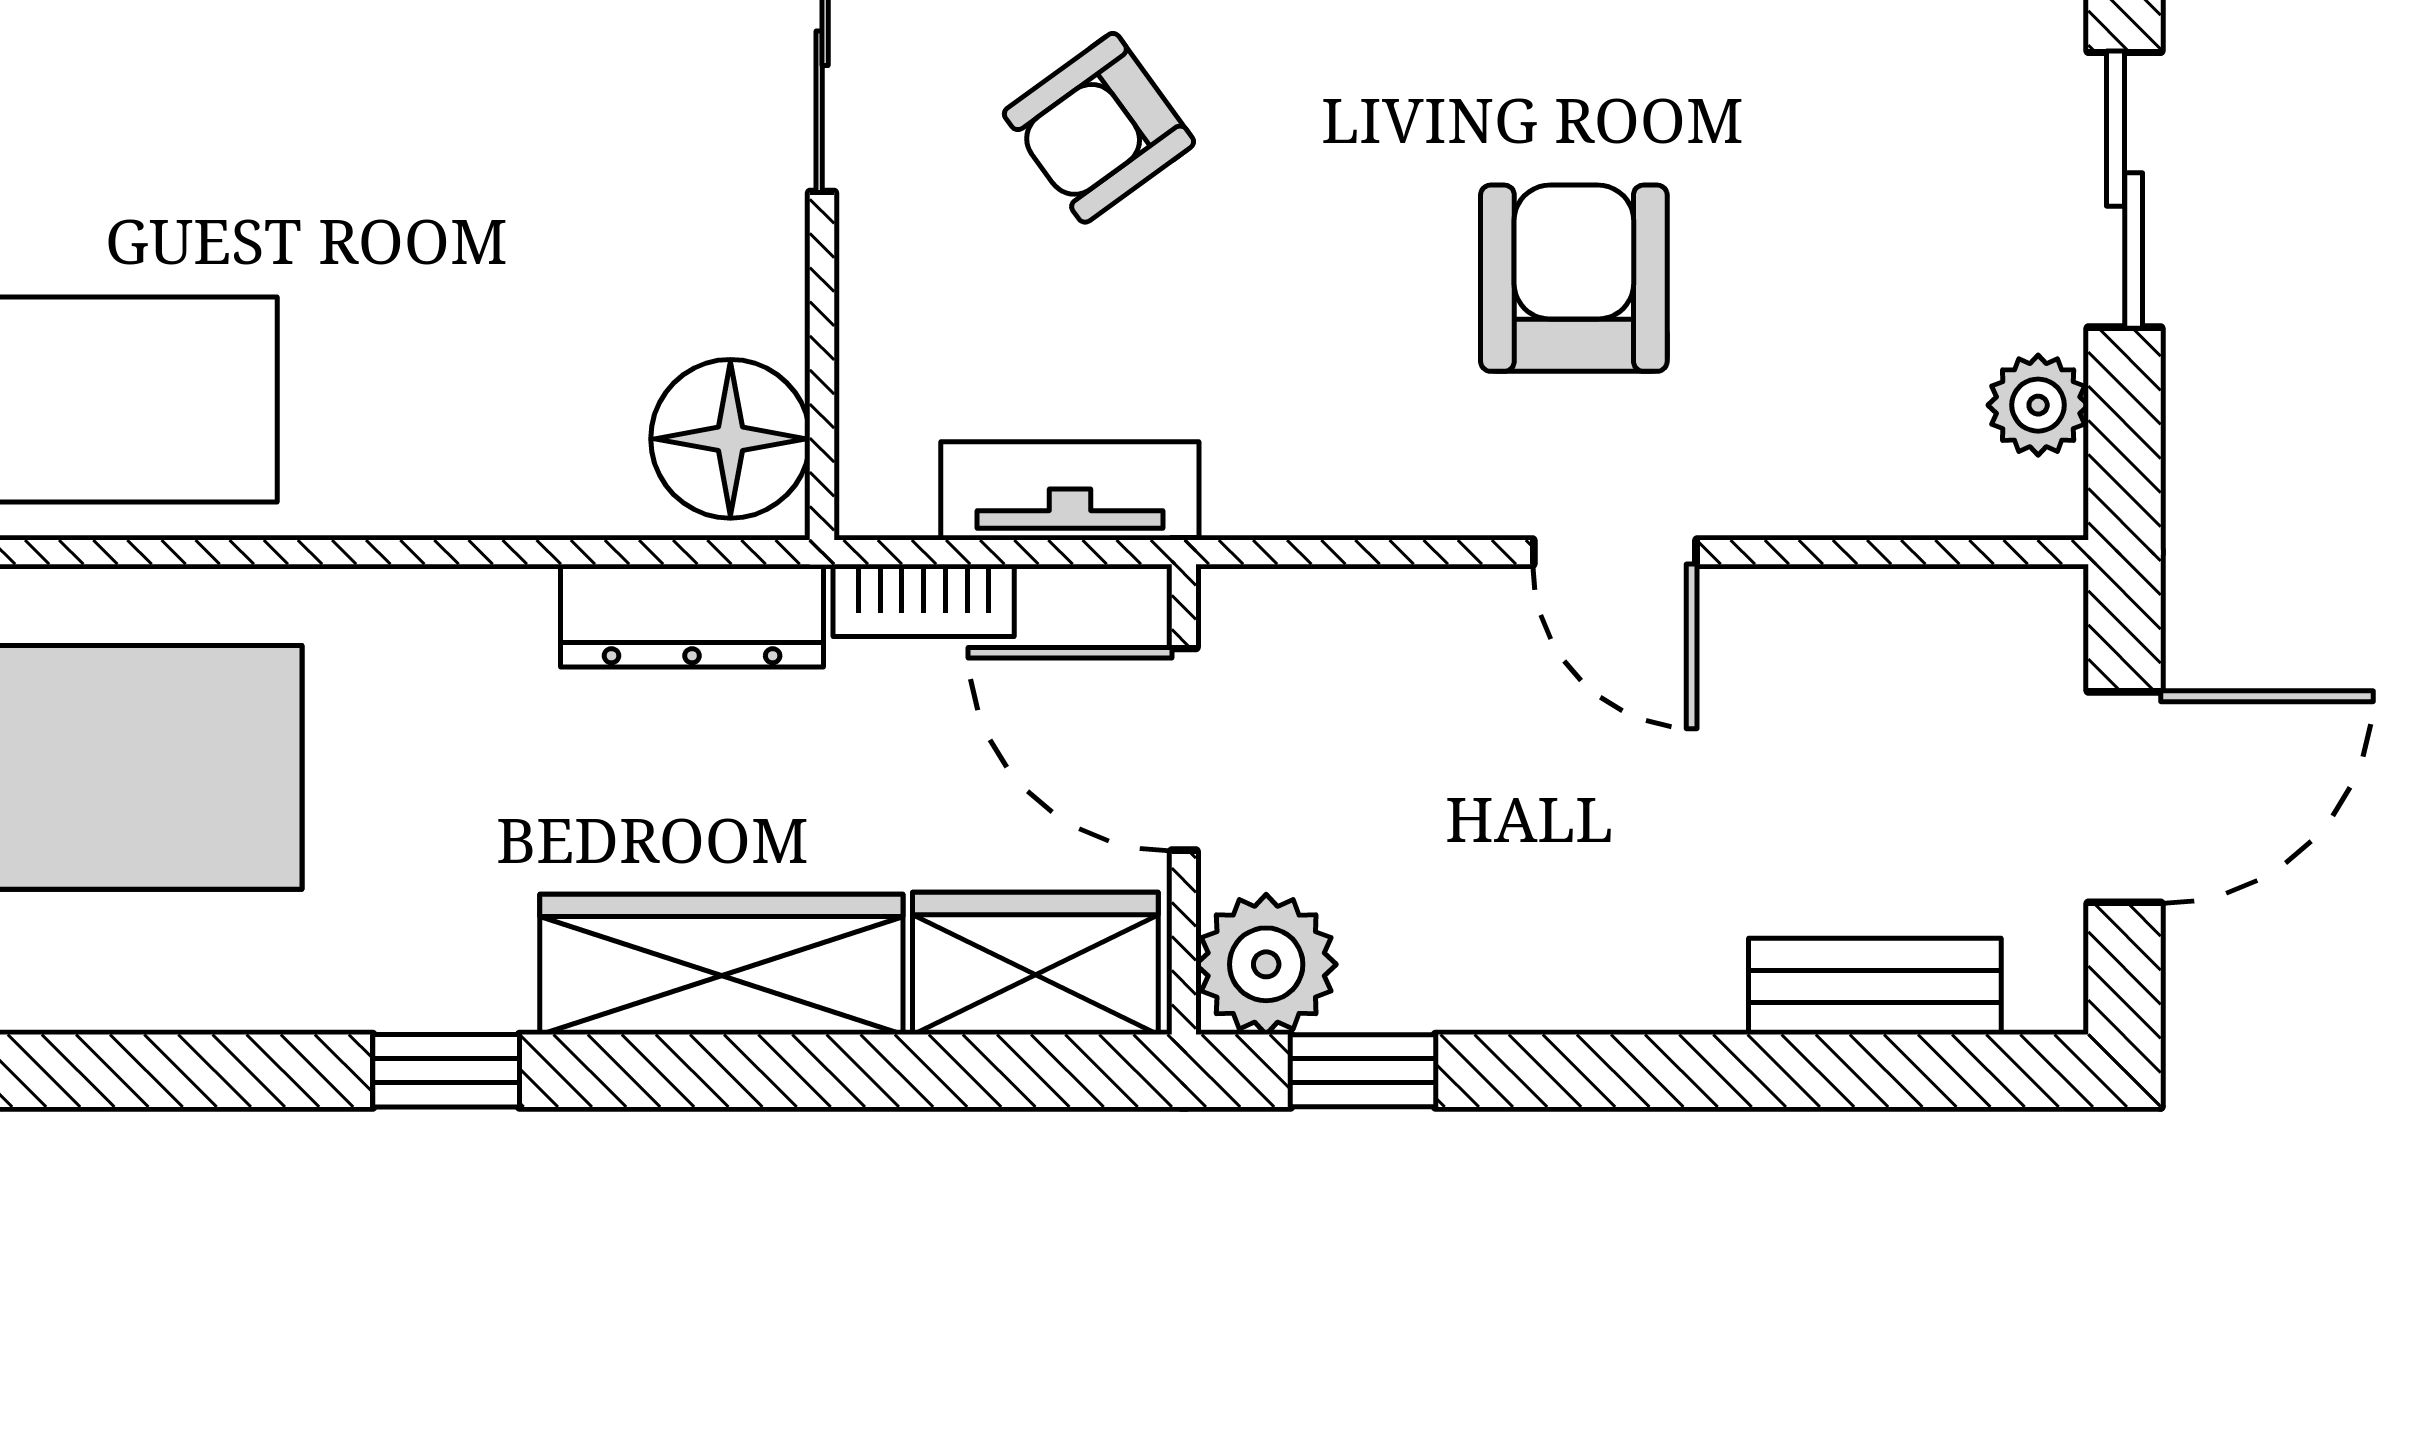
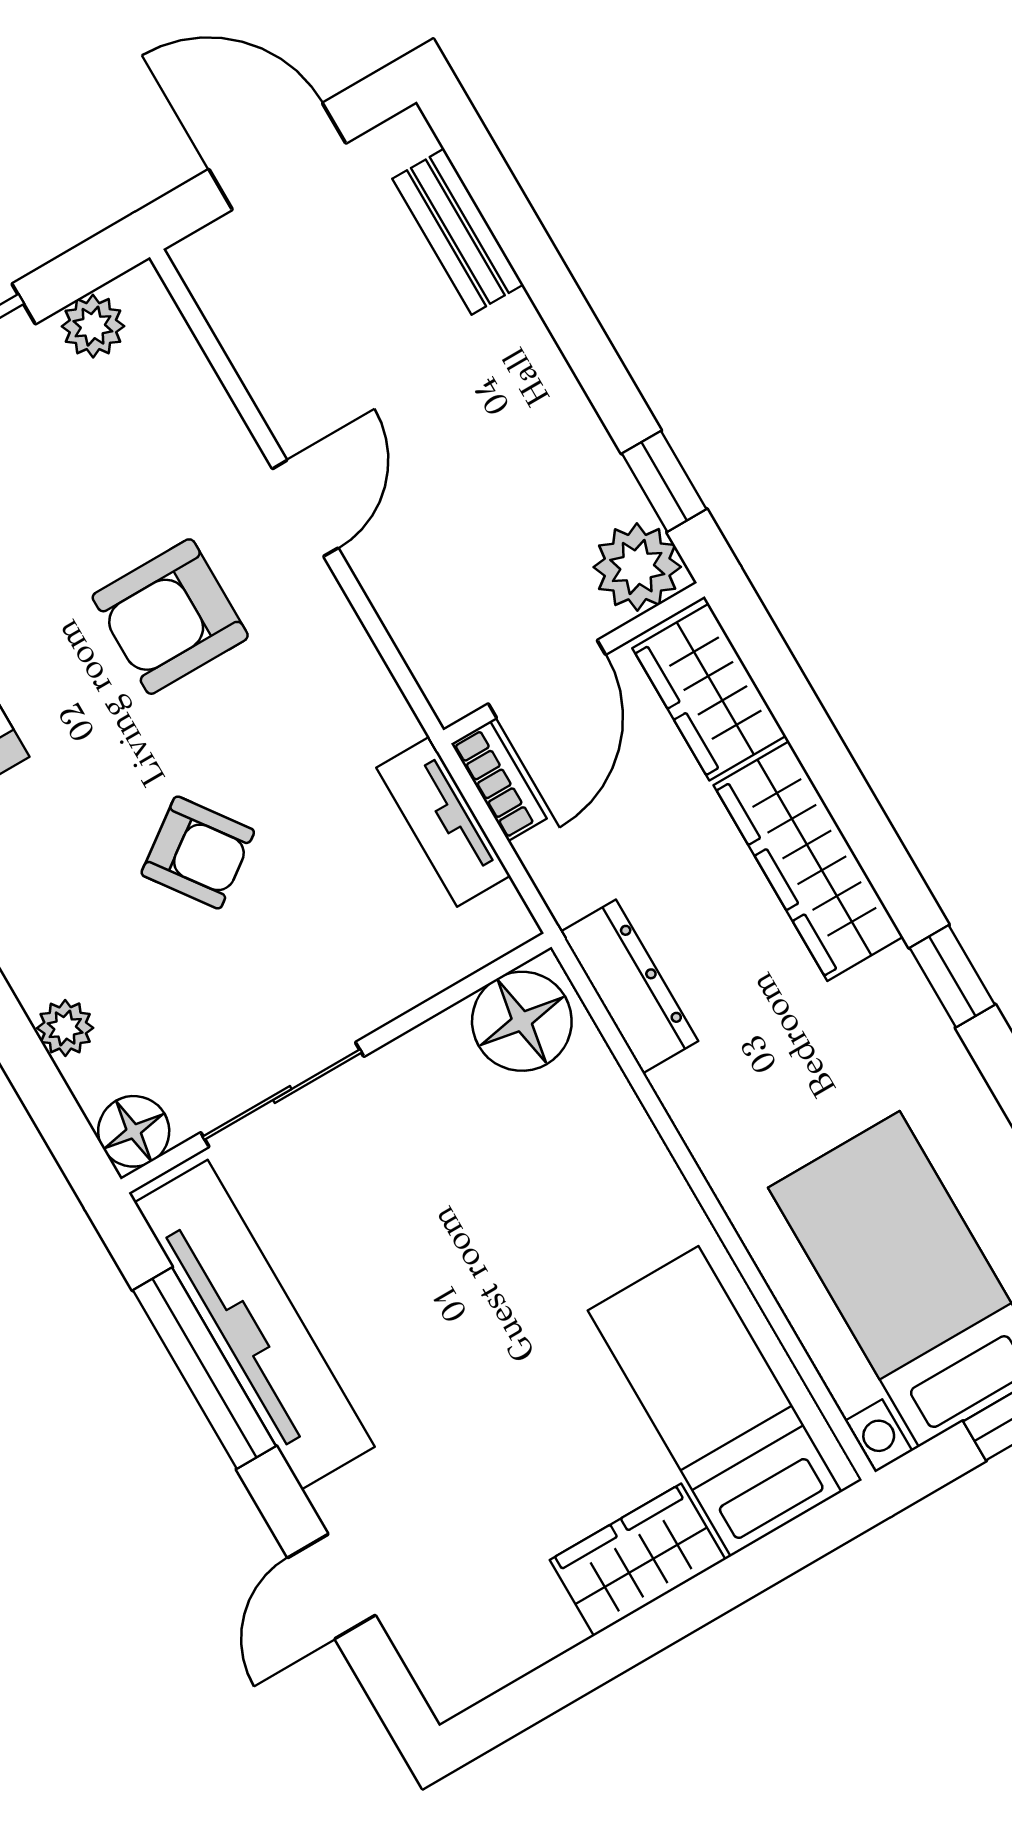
armchair: (1099, 128) -> (198, 852), moved
bookcase: (924, 600) -> (499, 781), moved

